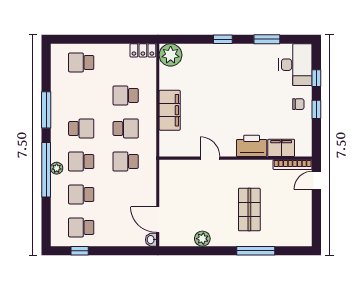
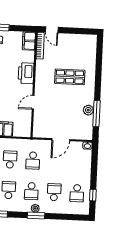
filing cabinet: (281, 148) -> (29, 41), moved
window: (46, 170) -> (36, 216), width x0.47
school desk: (81, 194) -> (54, 192), turned 180
door: (158, 220) -> (61, 140), moved
window: (256, 251) -> (97, 114), moved

